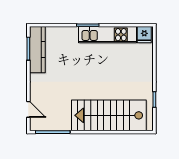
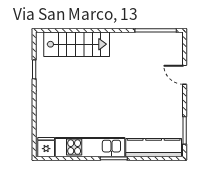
kitchen counter: (37, 50) -> (154, 148), moved, turned 90
door: (28, 109) -> (185, 75), moved
stairs: (109, 115) -> (77, 44), width x0.73, depth x0.66

